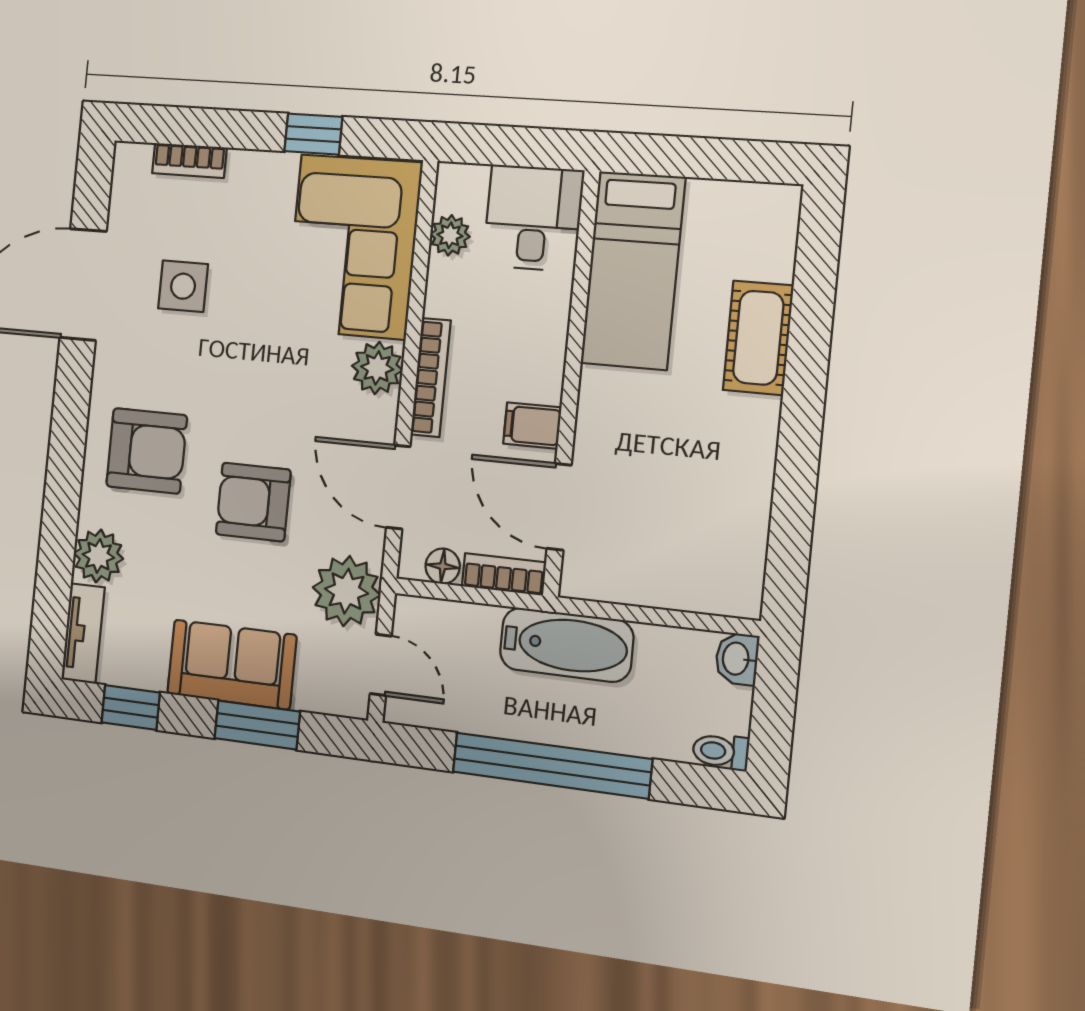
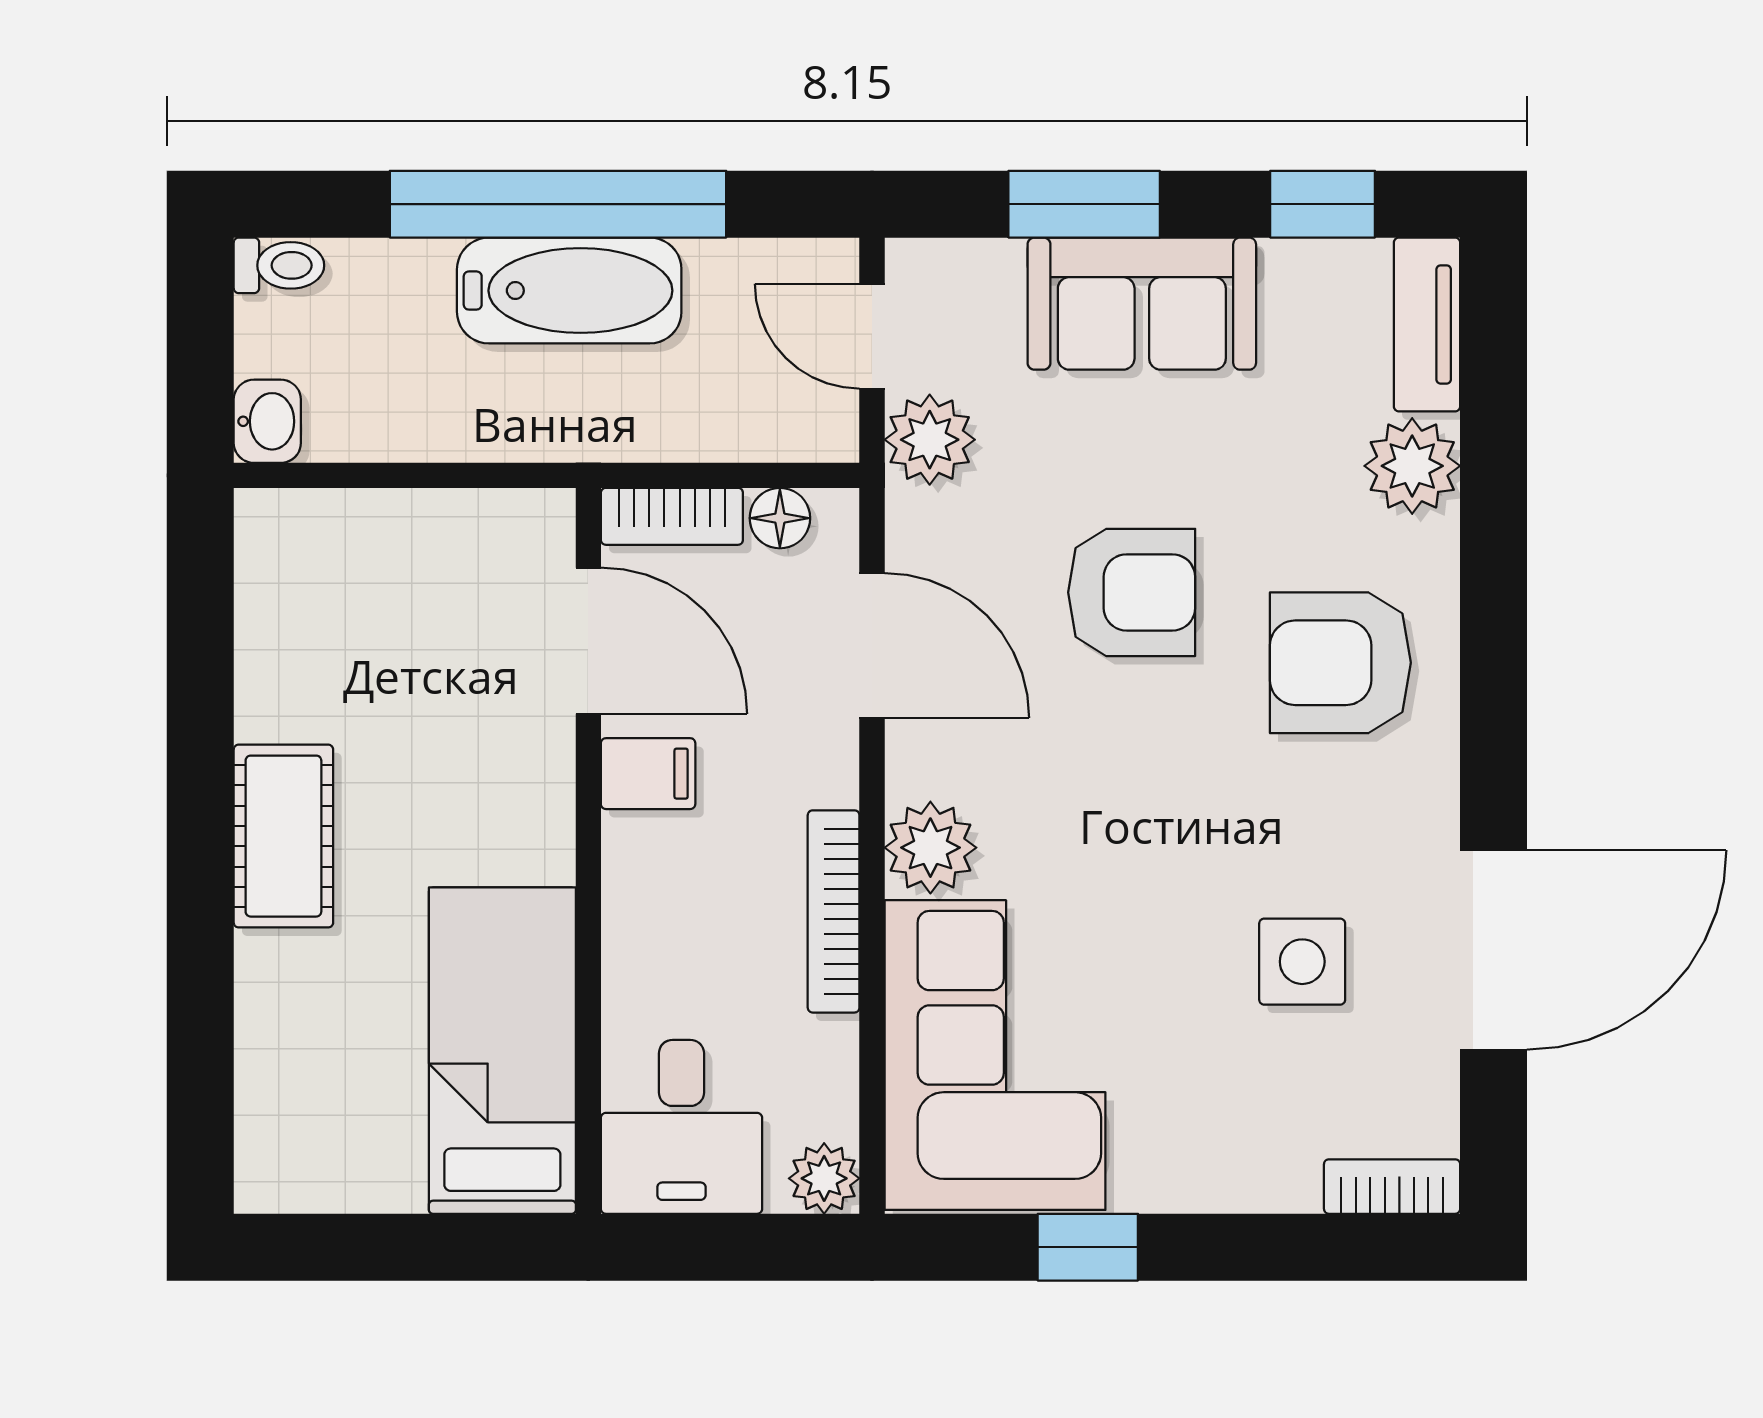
bookcase: (189, 160) -> (1392, 1187), moved
plant: (450, 235) -> (824, 1178), moved
cot: (758, 338) -> (283, 836), moved
bookcase: (431, 377) -> (834, 911), moved
plant: (346, 591) -> (930, 440), width x0.73, depth x0.73
bathtub: (566, 645) -> (569, 291), moved, turned 180

